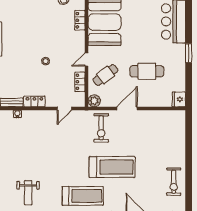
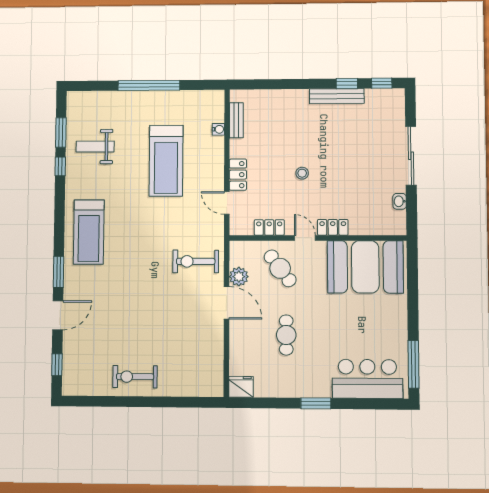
locker: (80, 20) -> (333, 227), moved
cafe table: (147, 71) -> (286, 335), width x0.73, depth x0.74
plant: (94, 101) -> (239, 277), moved
locker: (34, 102) -> (238, 175), moved
treadmill: (112, 167) -> (166, 161), moved
exercise bike: (174, 182) -> (135, 377), moved

